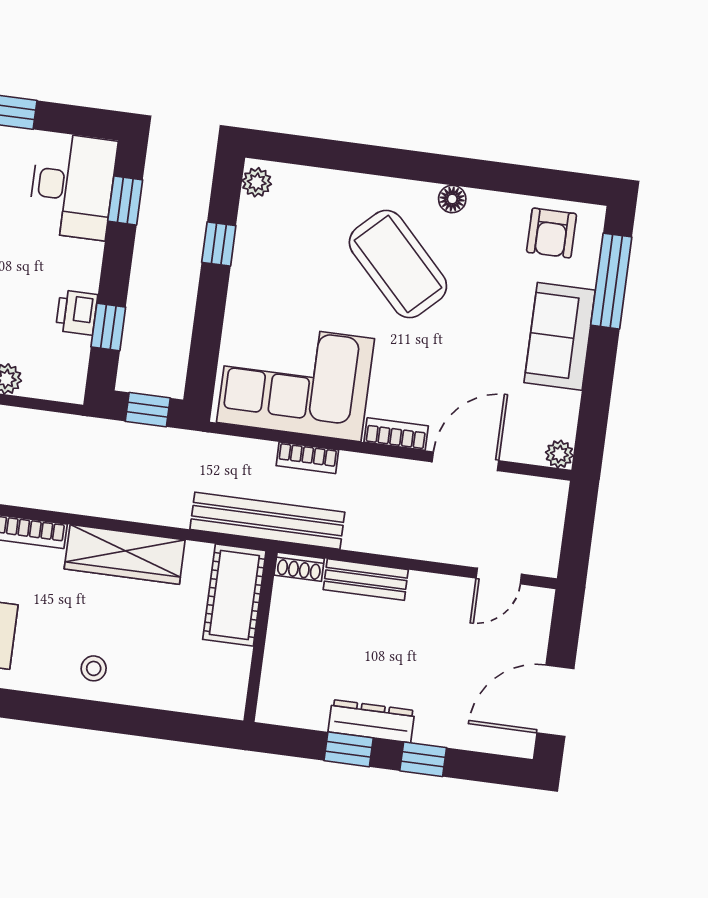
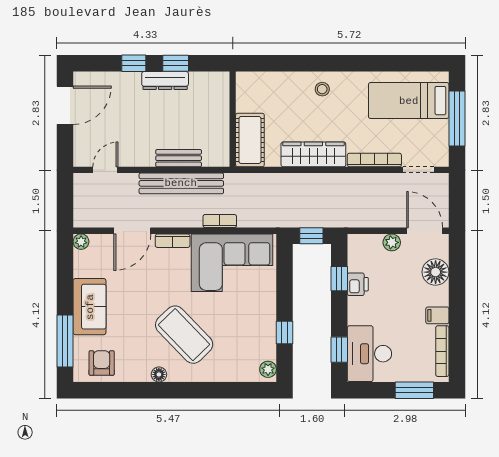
bench: (267, 521) -> (181, 183), moved
shoe rack: (299, 567) -> (216, 160), removed

